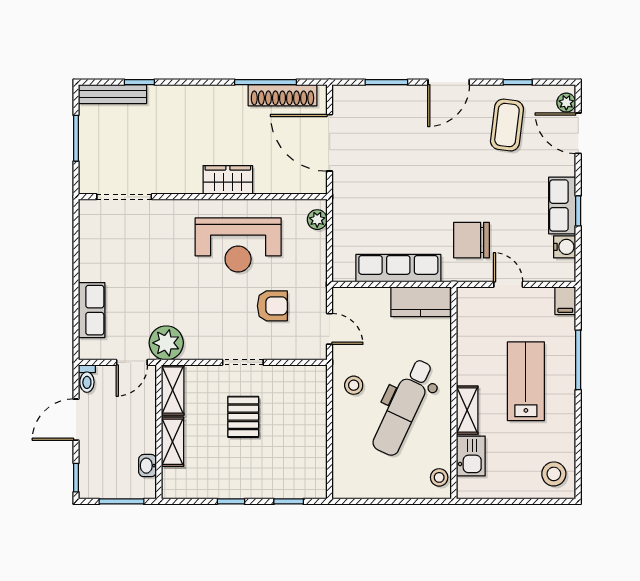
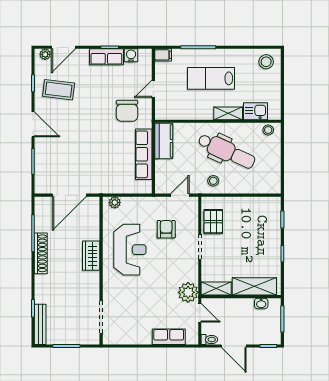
shoe rack: (282, 95) -> (41, 253), moved
pallet: (243, 417) -> (213, 222), moved, turned 90
shelving: (172, 442) -> (254, 286), width x1.50, depth x1.33

